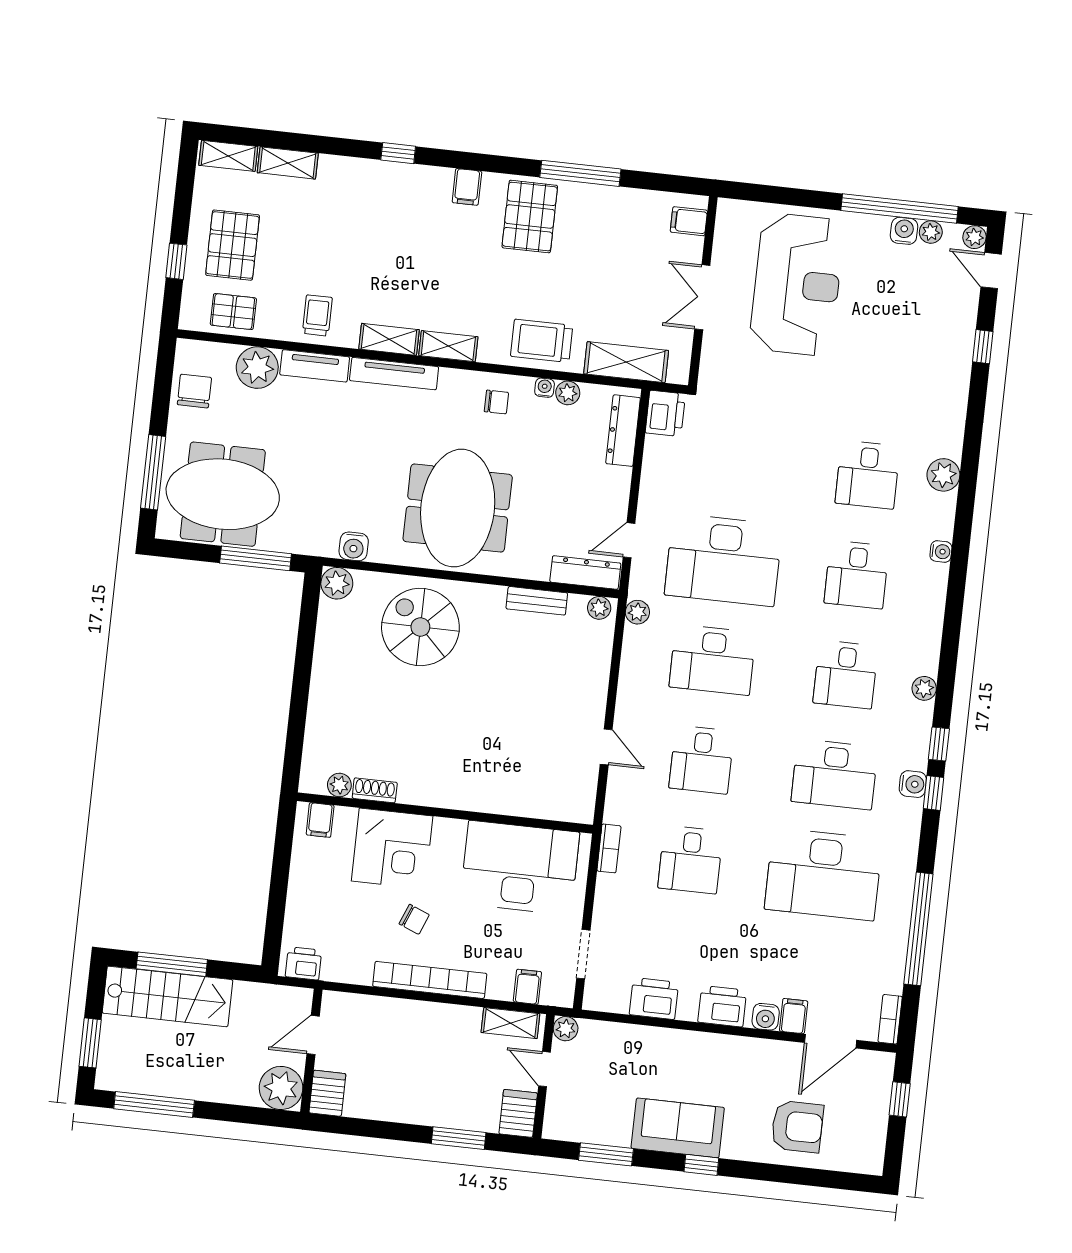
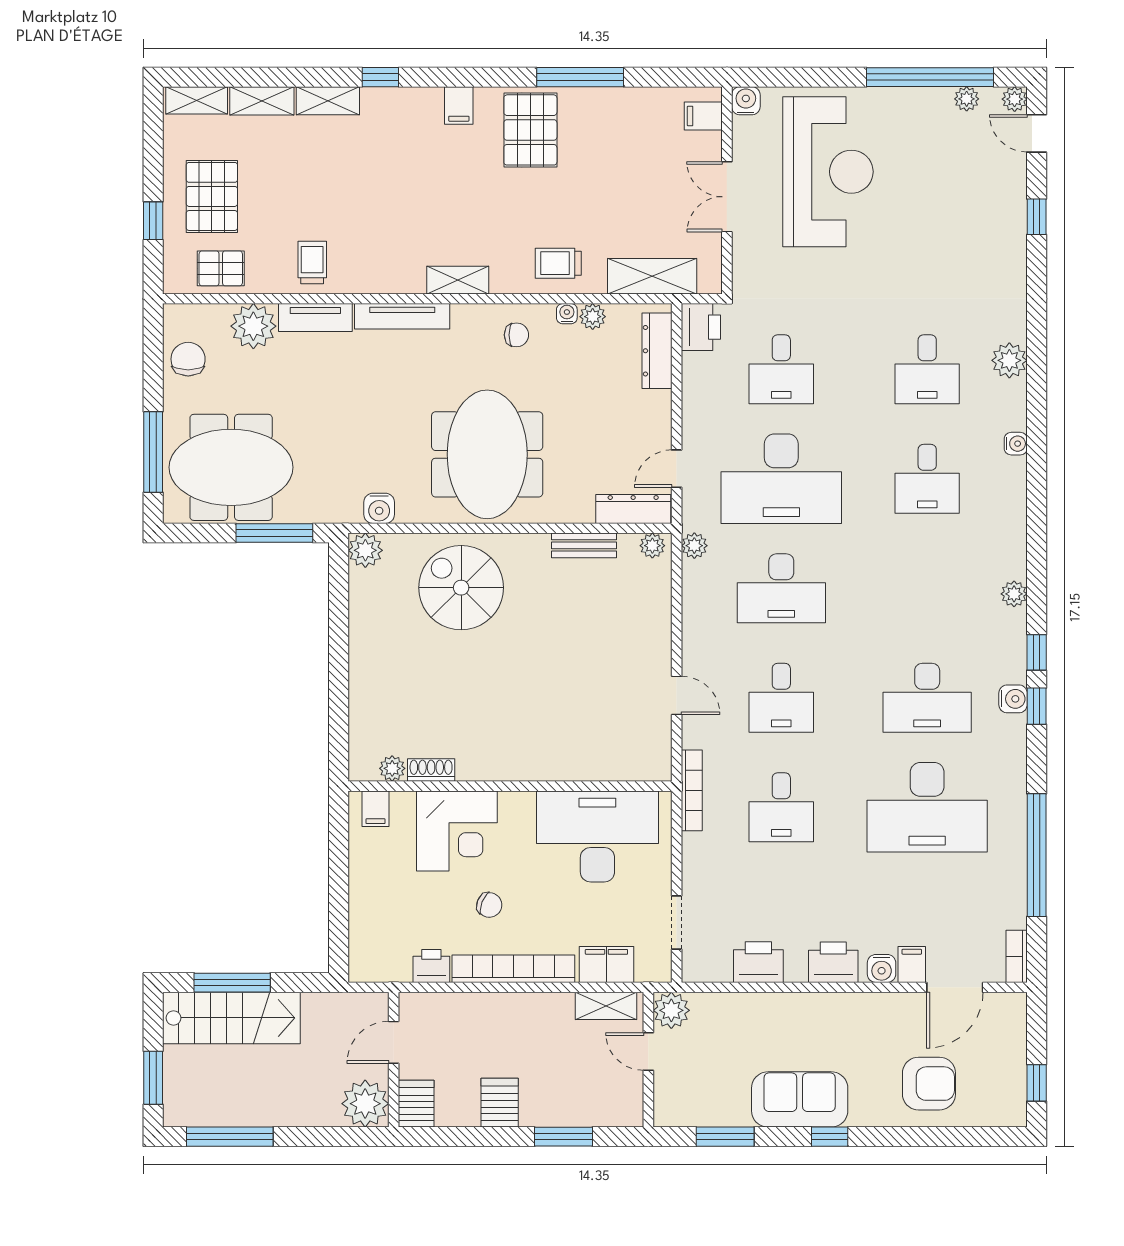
water cooler: (904, 231) -> (746, 101), moved
shelving: (389, 339) -> (328, 101), moved
trolley: (542, 341) -> (558, 263), width x0.73, depth x0.72
desk: (846, 675) -> (781, 369), moved
bookcase: (609, 848) -> (692, 790), width x1.56
printer: (303, 963) -> (431, 966), moved
filing cabinet: (527, 987) -> (606, 965), width x2.00
plant: (566, 1029) -> (671, 1010), width x1.38, depth x1.38
window: (900, 1099) -> (1037, 1083), moved
server rack: (518, 1113) -> (500, 1103), moved

